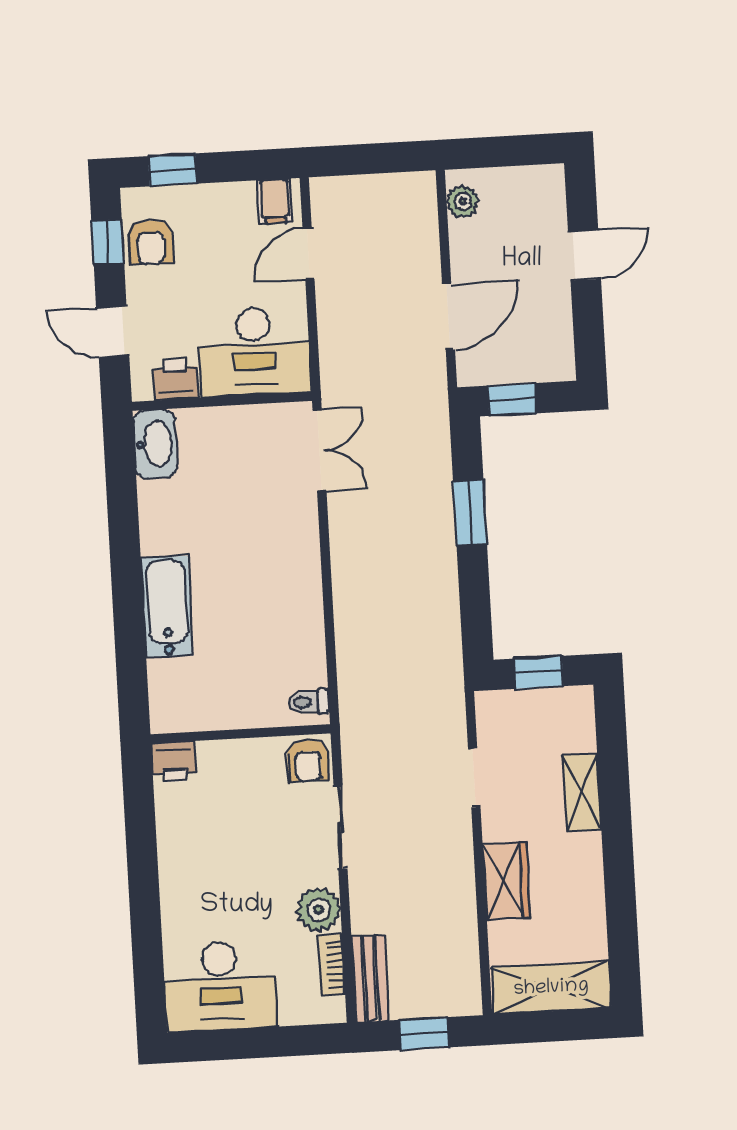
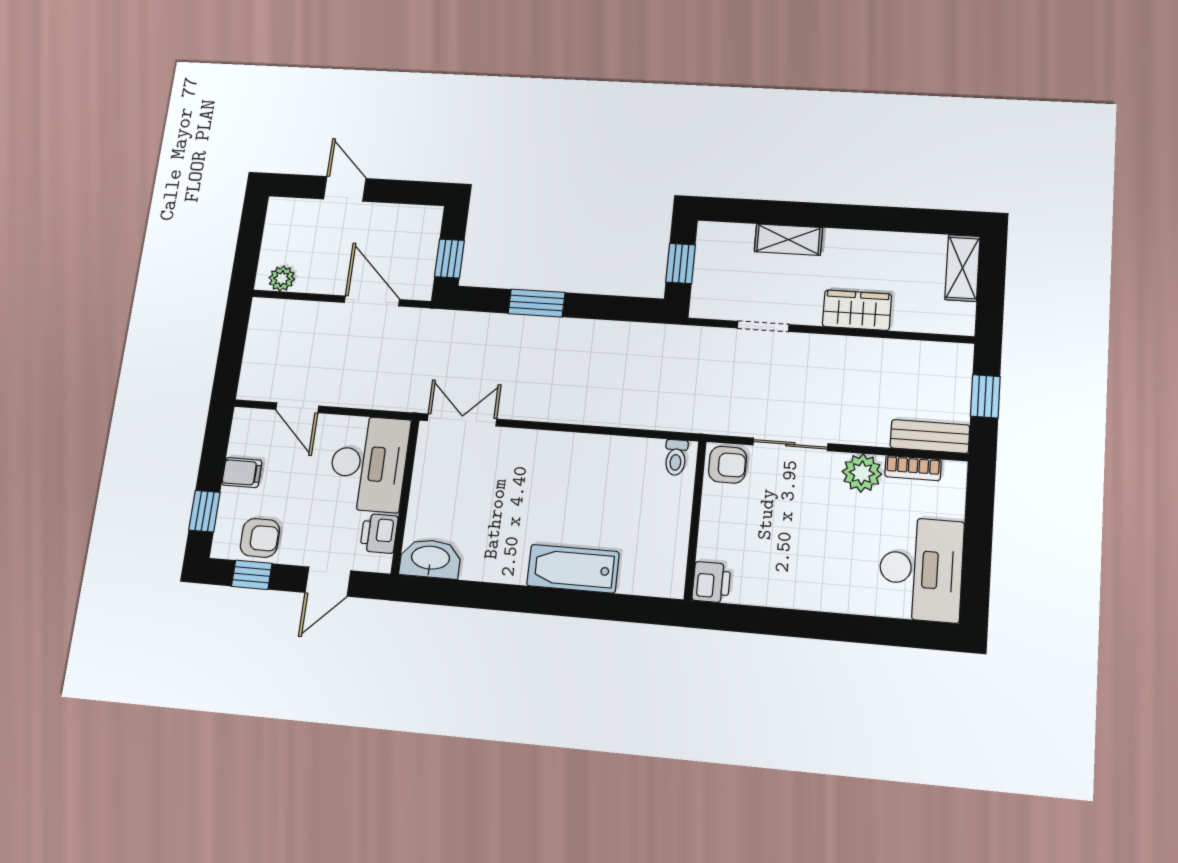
filing cabinet: (275, 201) -> (242, 473), moved
shelving: (551, 988) -> (962, 268), width x0.67, depth x0.75

